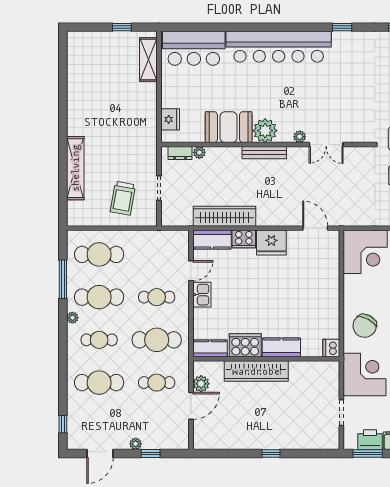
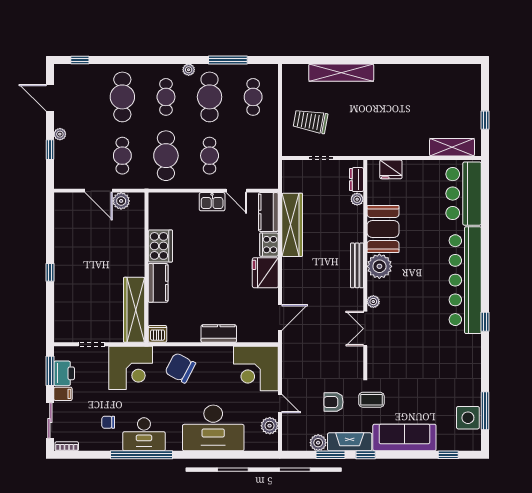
window: (342, 27) -> (485, 322), moved
cafe table: (99, 254) -> (253, 97), width x0.73, depth x0.74
kitchen counter: (210, 348) -> (219, 334), moved, turned -90
wardrobe: (256, 371) -> (134, 310), moved

